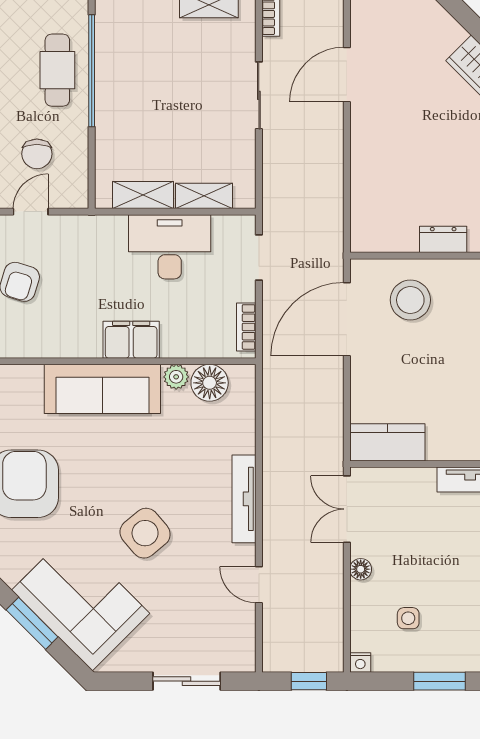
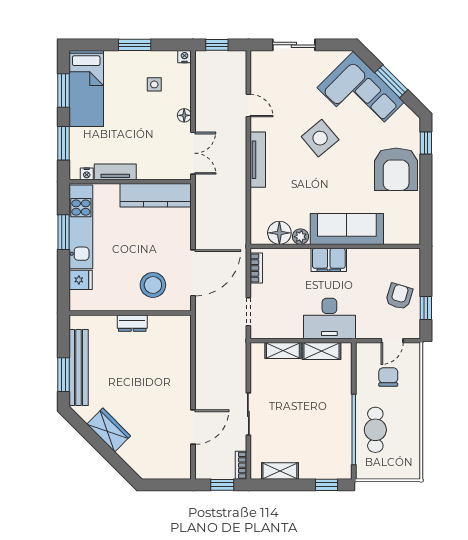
desk: (170, 247) -> (329, 318), moved
kitchen counter: (387, 442) -> (156, 195), width x1.50

